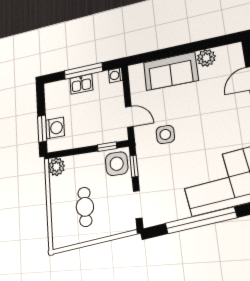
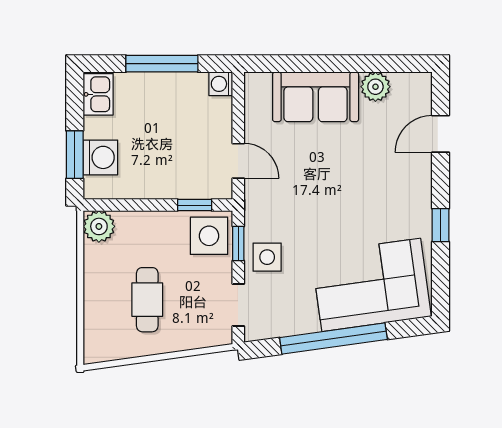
kitchen sink: (81, 84) -> (98, 94), moved, turned -90
side table: (165, 135) -> (267, 257), moved

